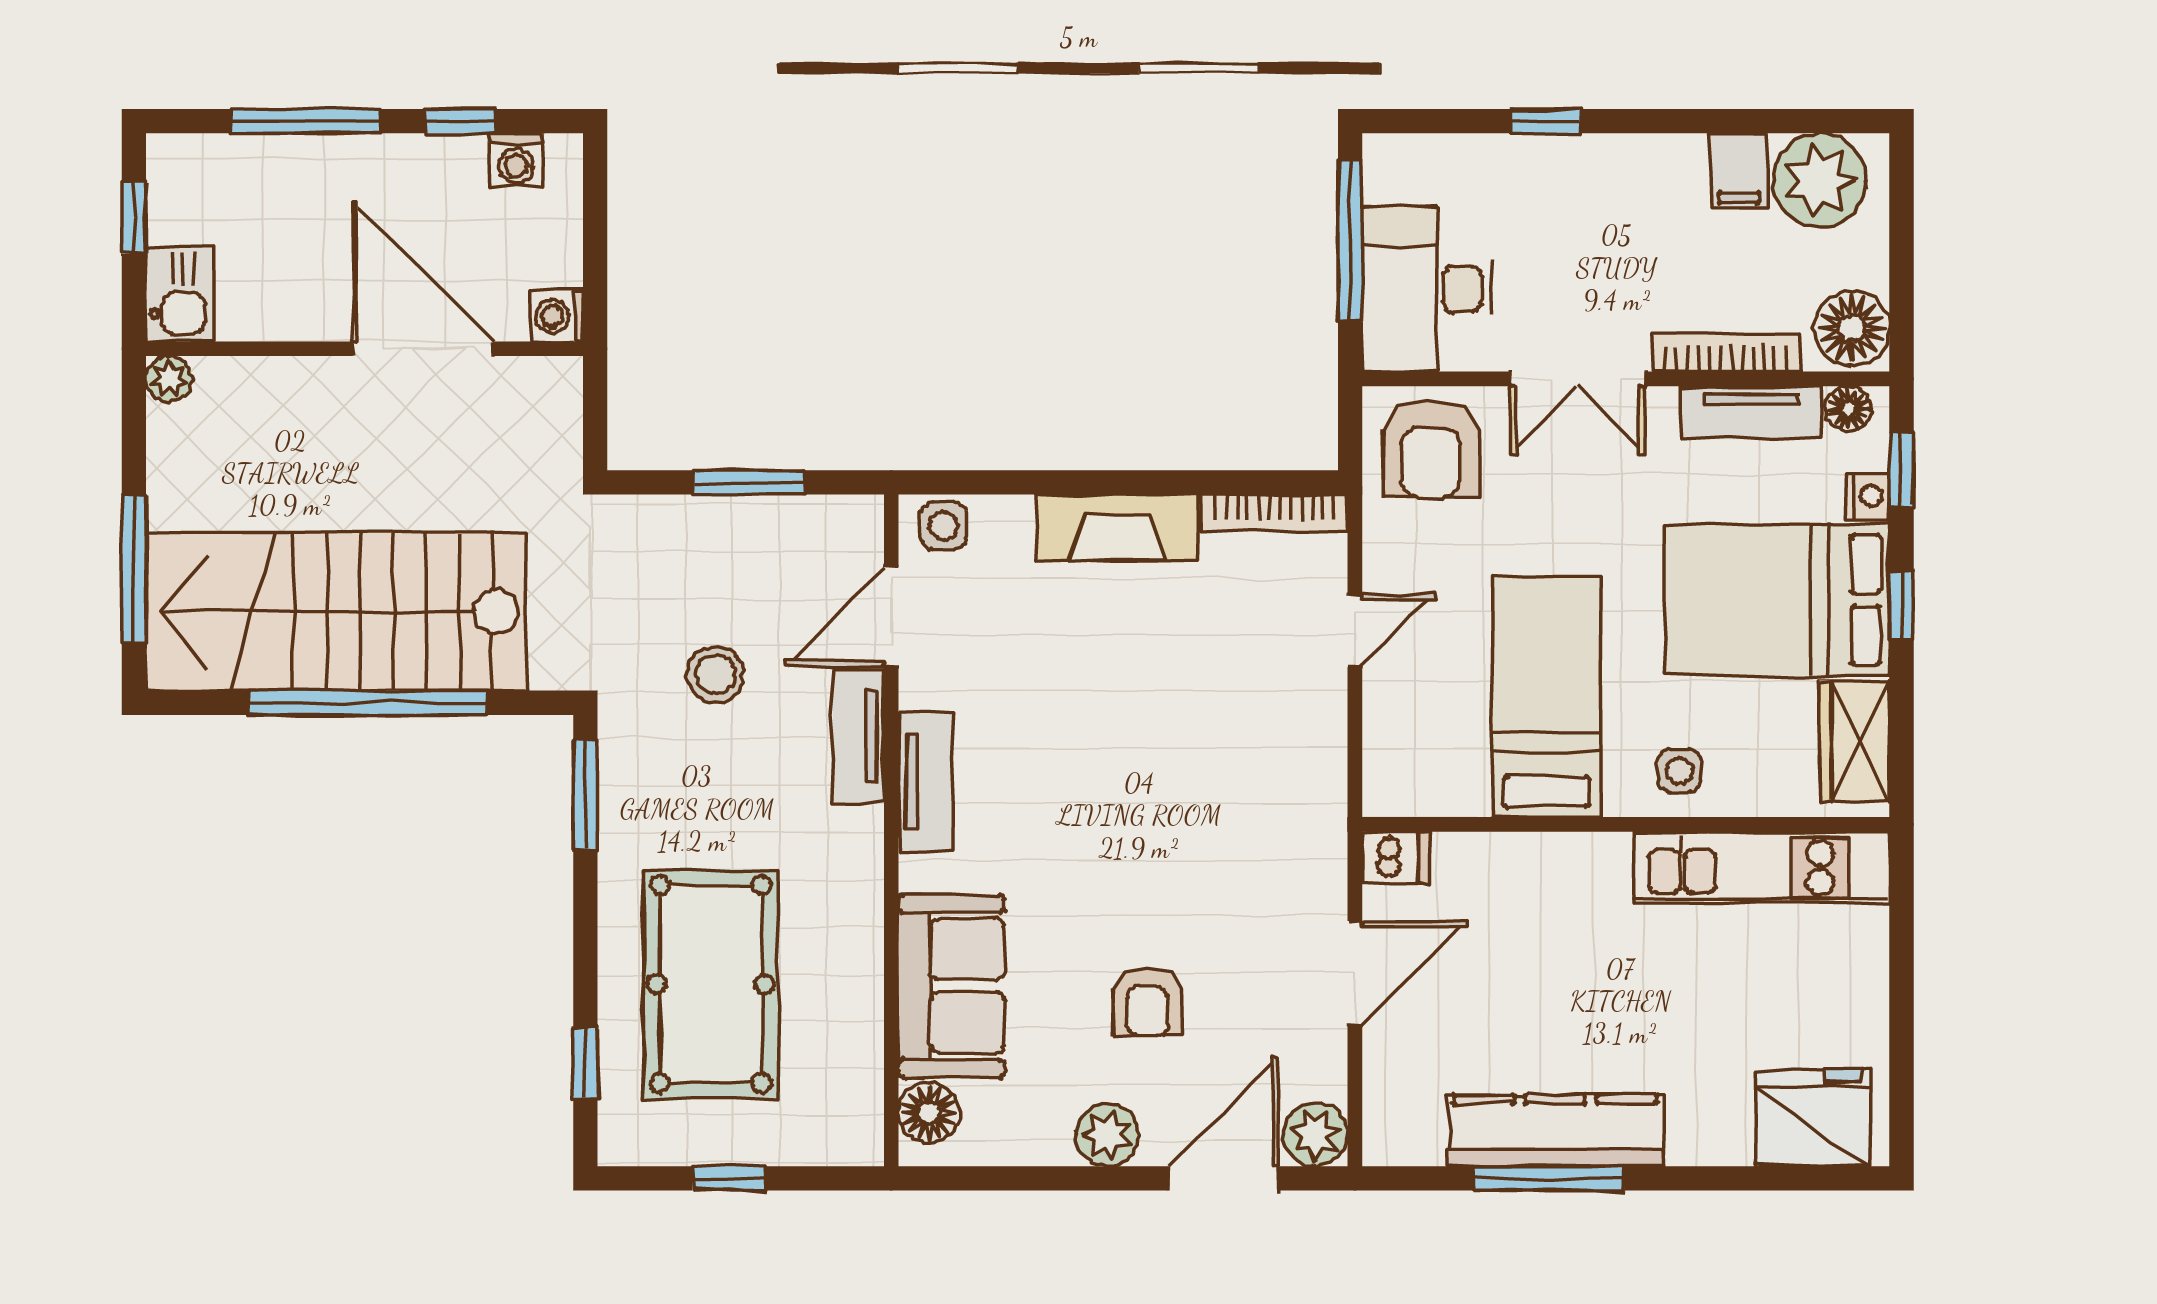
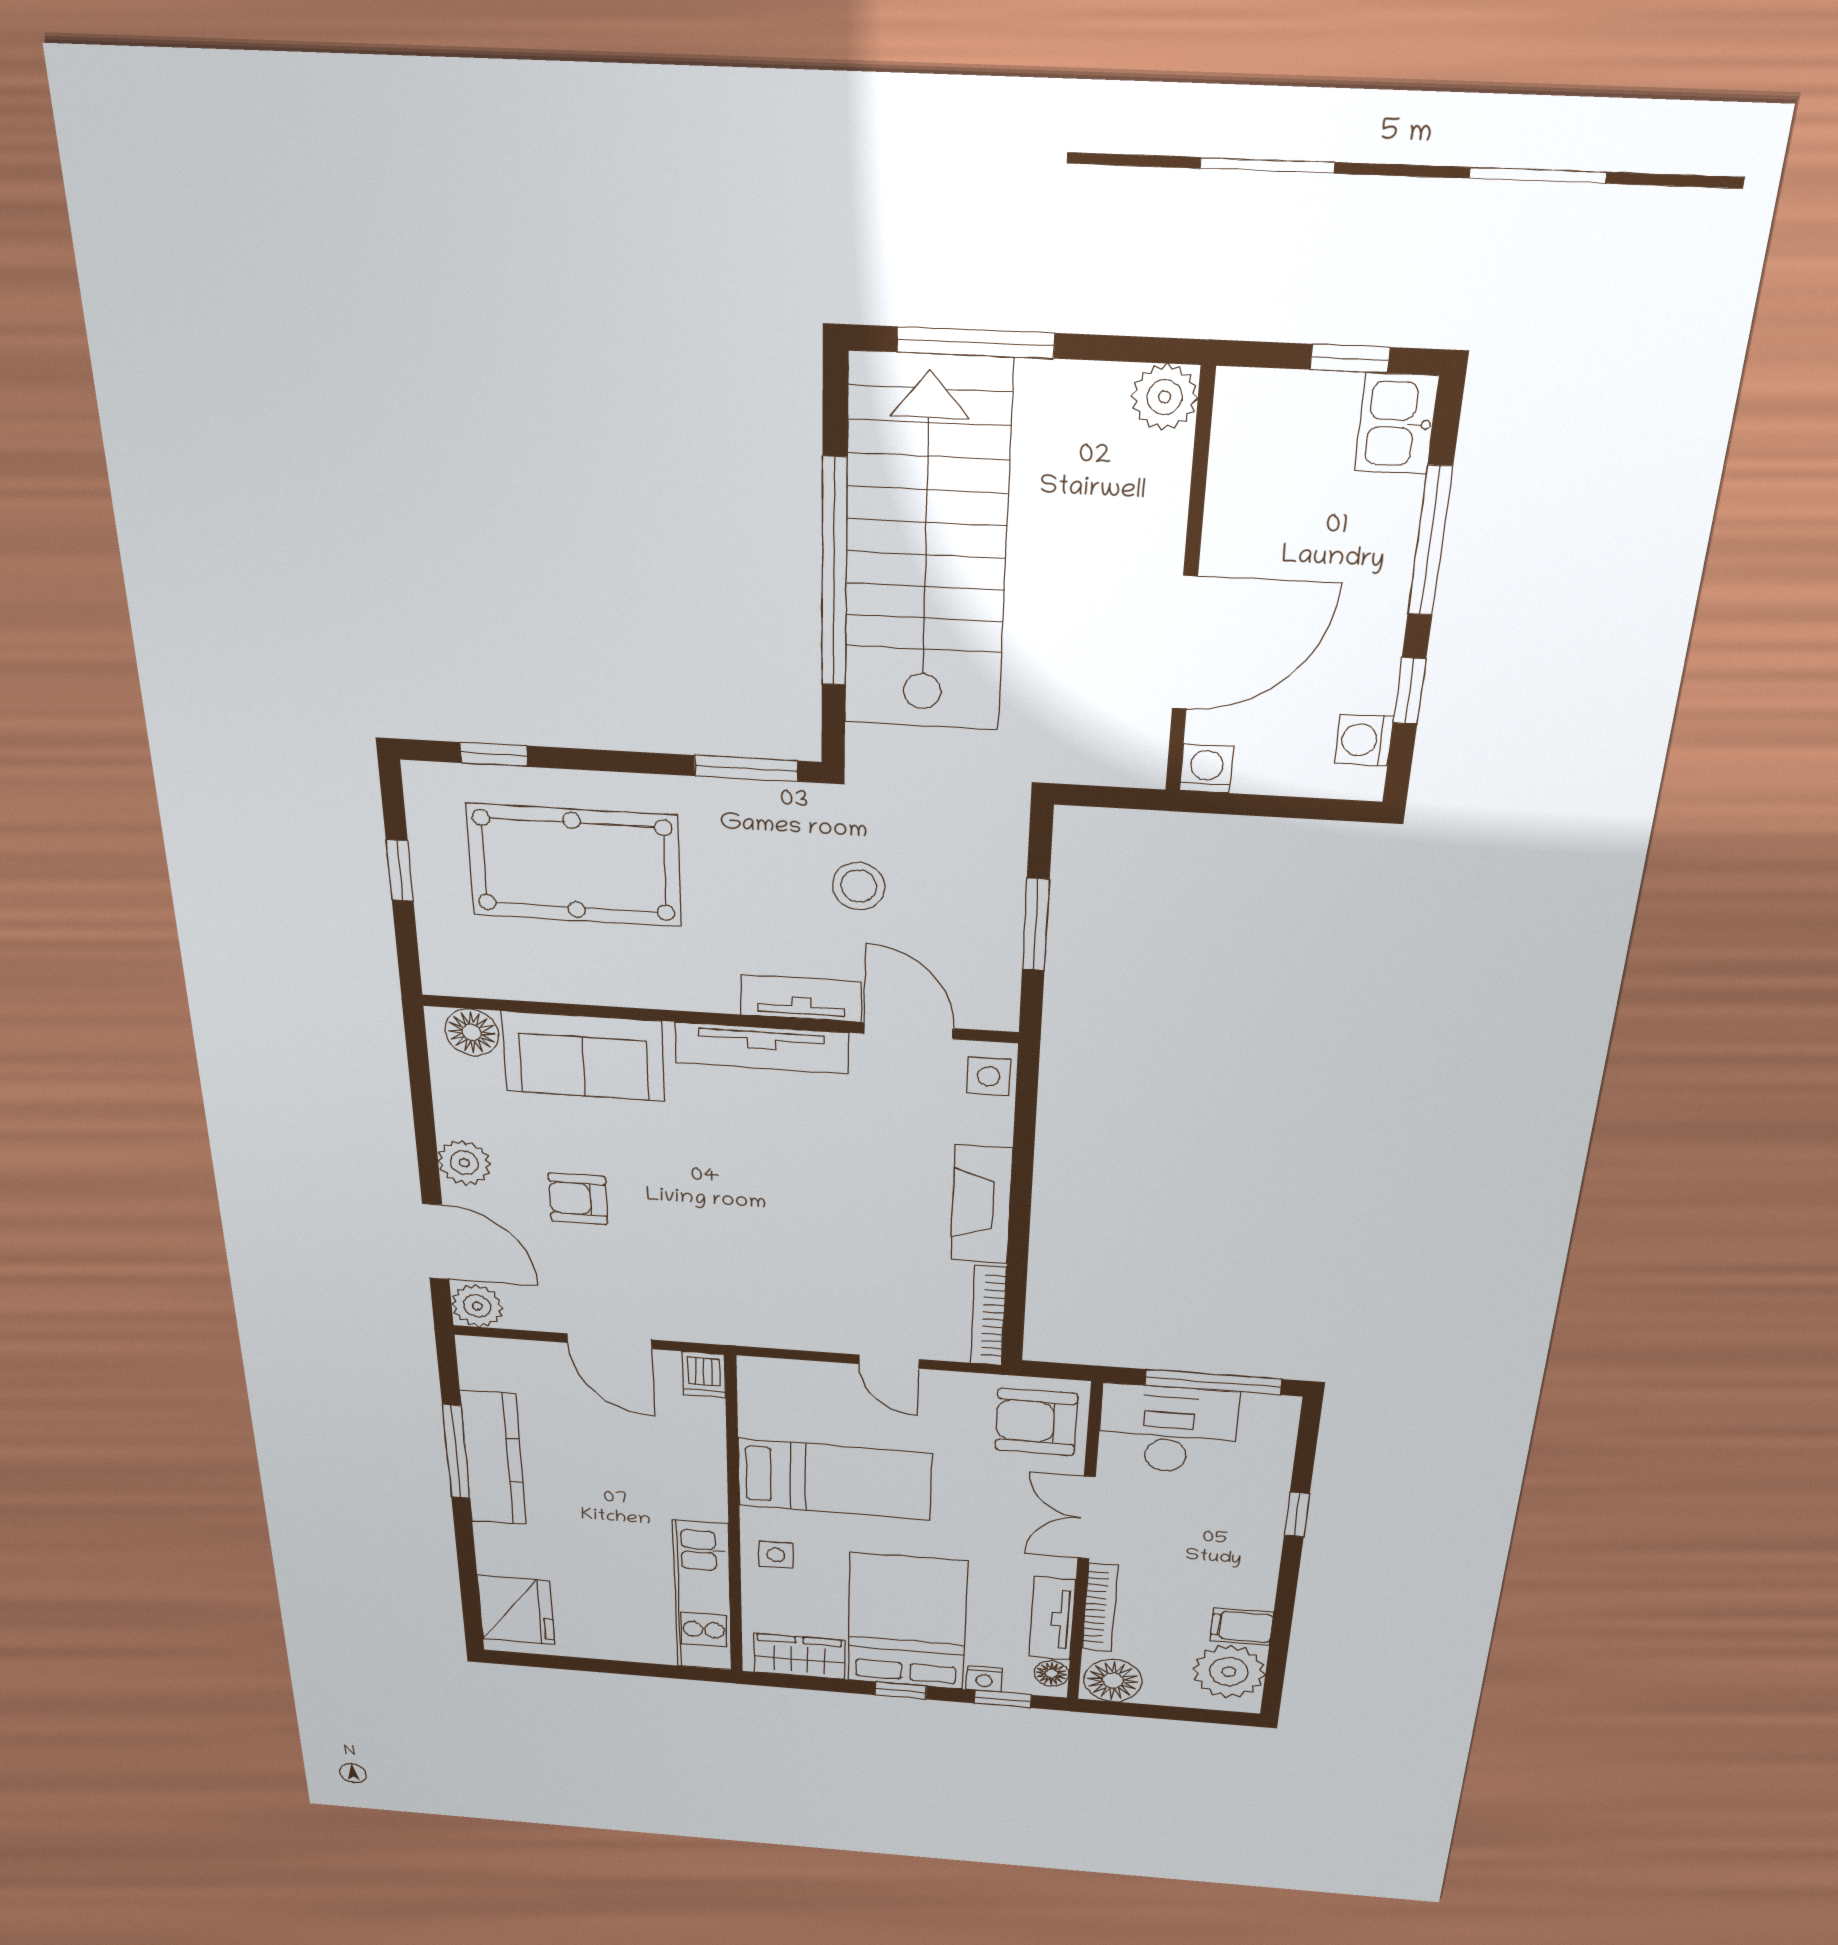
kitchen sink: (180, 294) -> (1396, 424), moved, turned 90
plant: (169, 379) -> (1165, 397), width x1.38, depth x1.38
tv unit: (925, 782) -> (762, 1048), width x1.41

